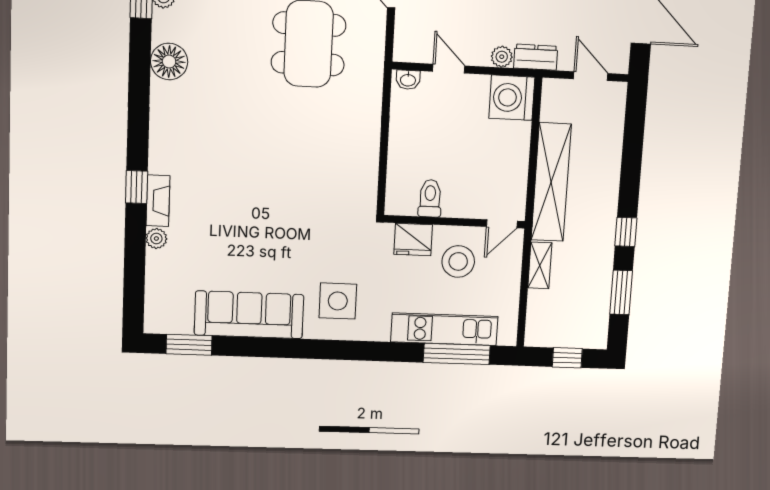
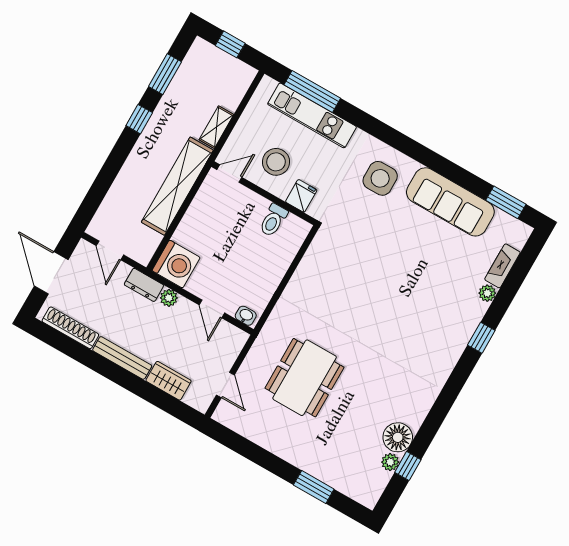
floor lamp: (169, 61) -> (398, 437), moved
fireplace: (158, 201) -> (502, 266), moved
fridge: (413, 240) -> (301, 196), width x0.72

